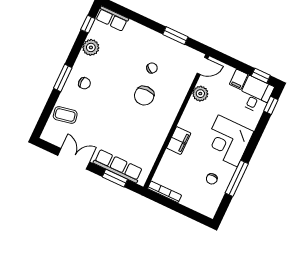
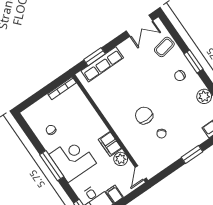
window: (175, 36) -> (192, 154), moved
filing cabinet: (179, 141) -> (110, 144), moved
double door: (74, 159) -> (139, 26), moved
window: (237, 178) -> (52, 166), moved

